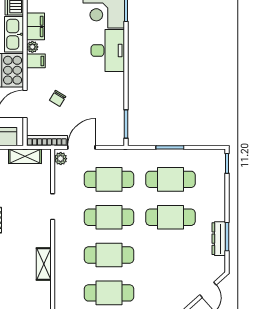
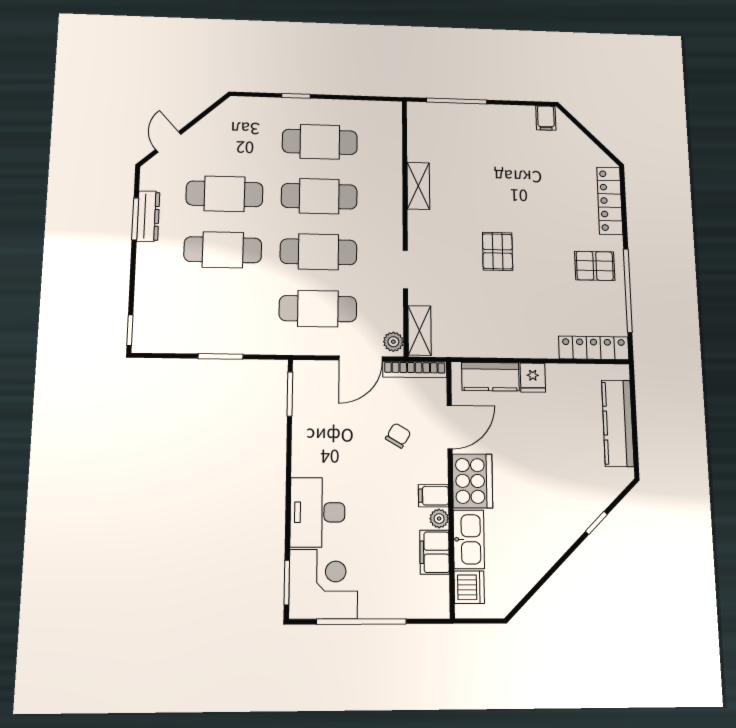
shelving: (25, 156) -> (419, 330), moved, turned 90
cafe table: (171, 179) -> (225, 194), moved

